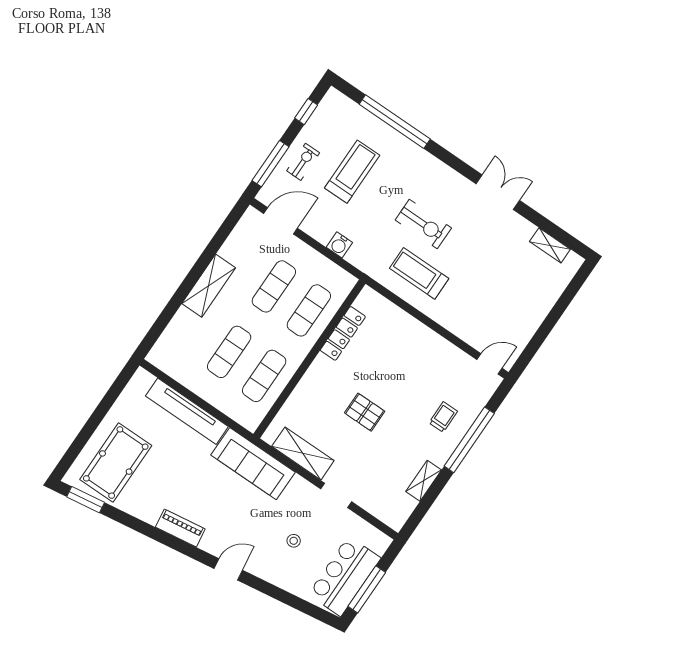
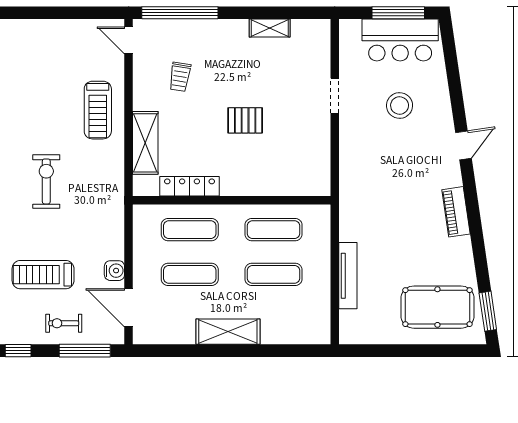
water cooler: (339, 245) -> (114, 271), moved
treadmill: (419, 273) -> (98, 110), moved
tv unit: (187, 411) -> (348, 276), width x0.73, depth x0.78
pallet: (365, 412) -> (245, 120), turned 90
trolley: (443, 417) -> (180, 77), moved, turned -81
window: (469, 440) -> (180, 13), moved
shelving: (303, 453) -> (145, 143), moved
sofa: (253, 464) -> (357, 187), removed
stool: (294, 541) -> (400, 105), width x1.89, depth x1.89
door: (228, 569) -> (463, 145), swing flipped

